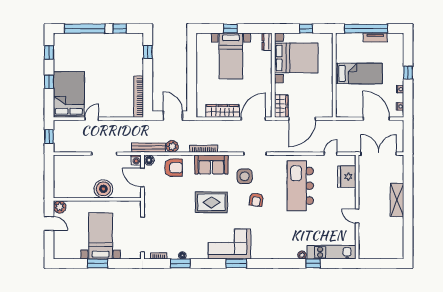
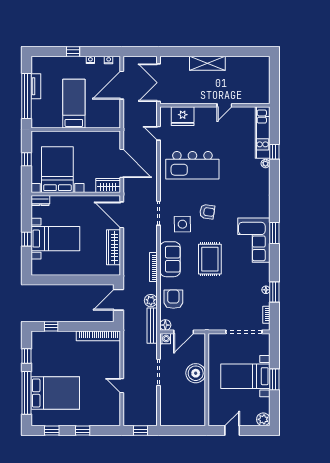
bed: (69, 95) -> (55, 393), moved, turned 180
plant: (60, 207) -> (263, 419), moved

